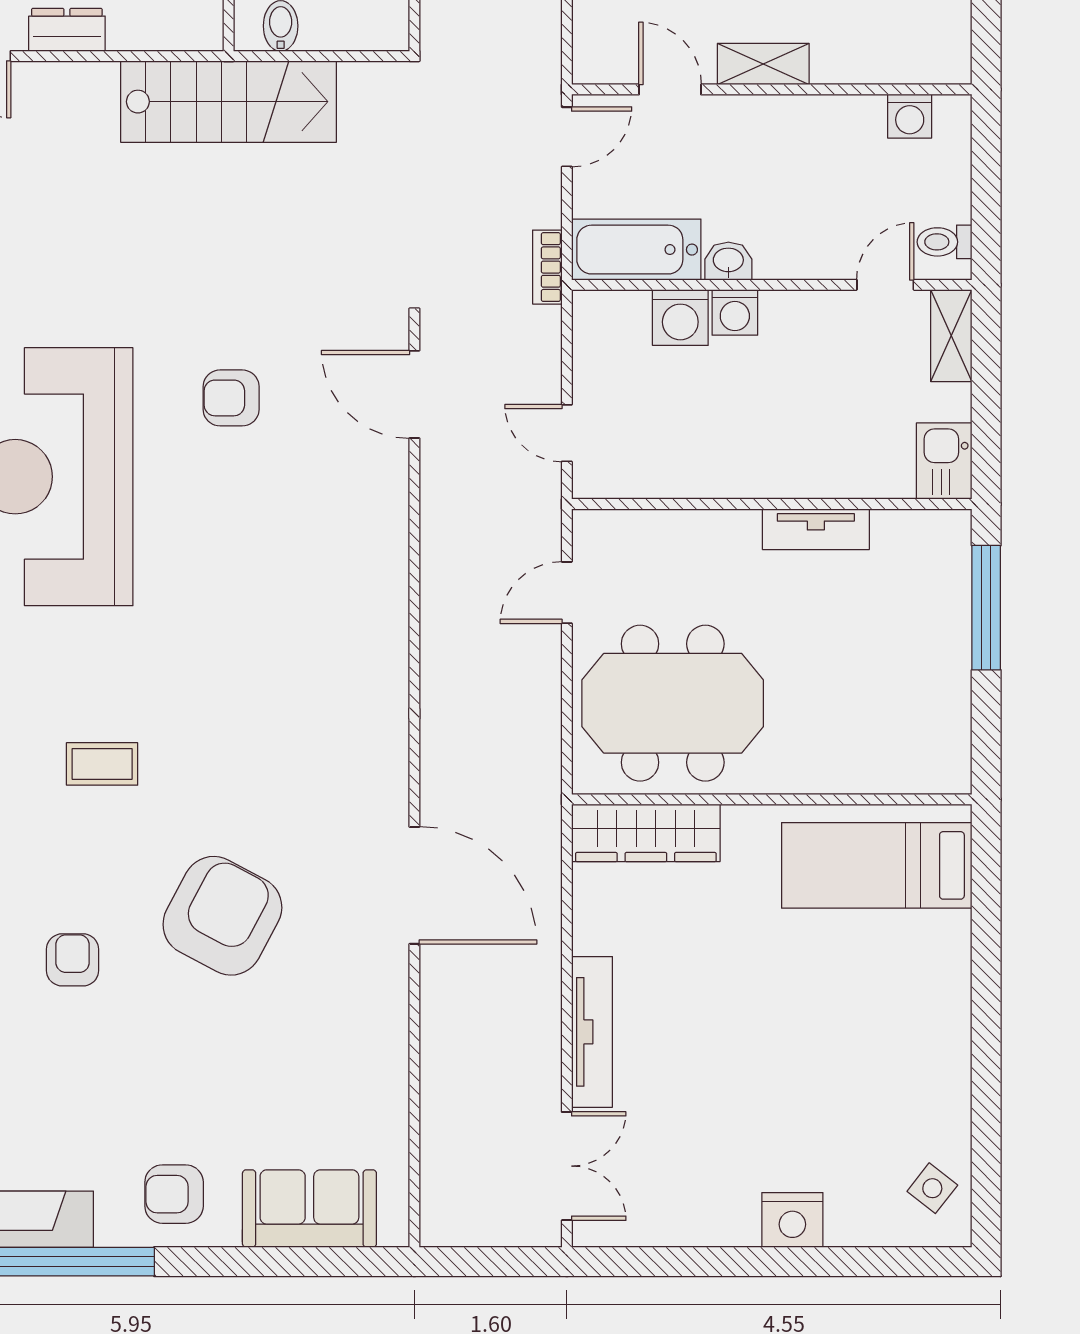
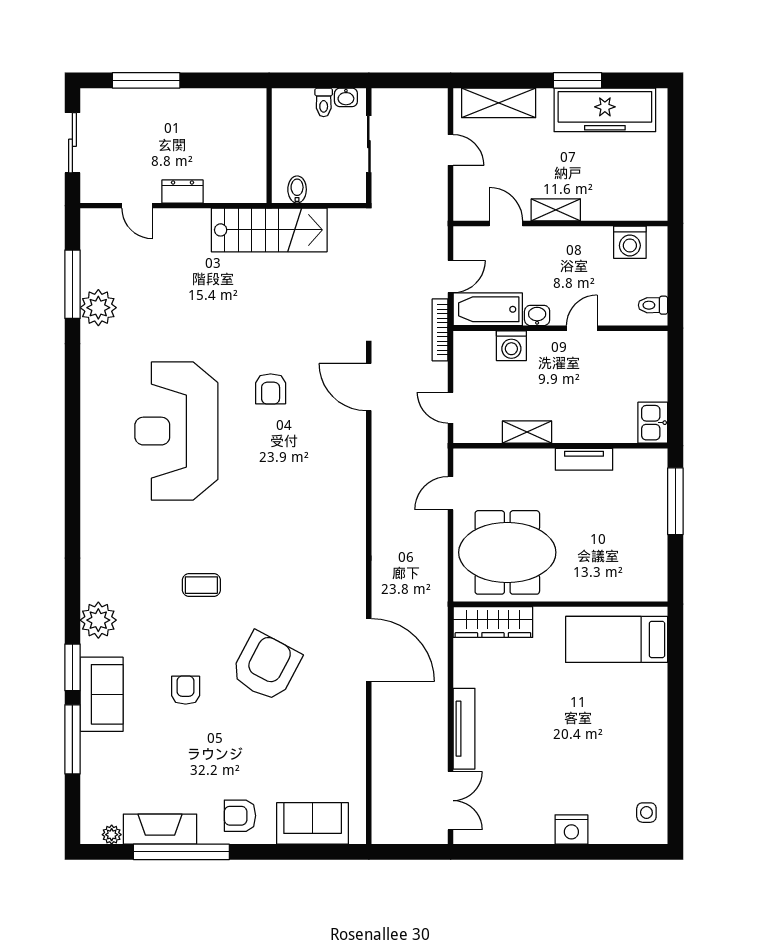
washing machine: (910, 116) -> (630, 242), width x1.38, depth x1.38
door: (567, 137) -> (451, 277), moved
bookcase: (547, 267) -> (440, 330), width x1.56
door: (885, 285) -> (582, 328), moved
washing machine: (735, 312) -> (541, 343), removed
shelving: (951, 336) -> (527, 432), moved, turned 90
armchair: (231, 398) -> (271, 389), turned -90
side table: (932, 1188) -> (646, 813), turned -38

